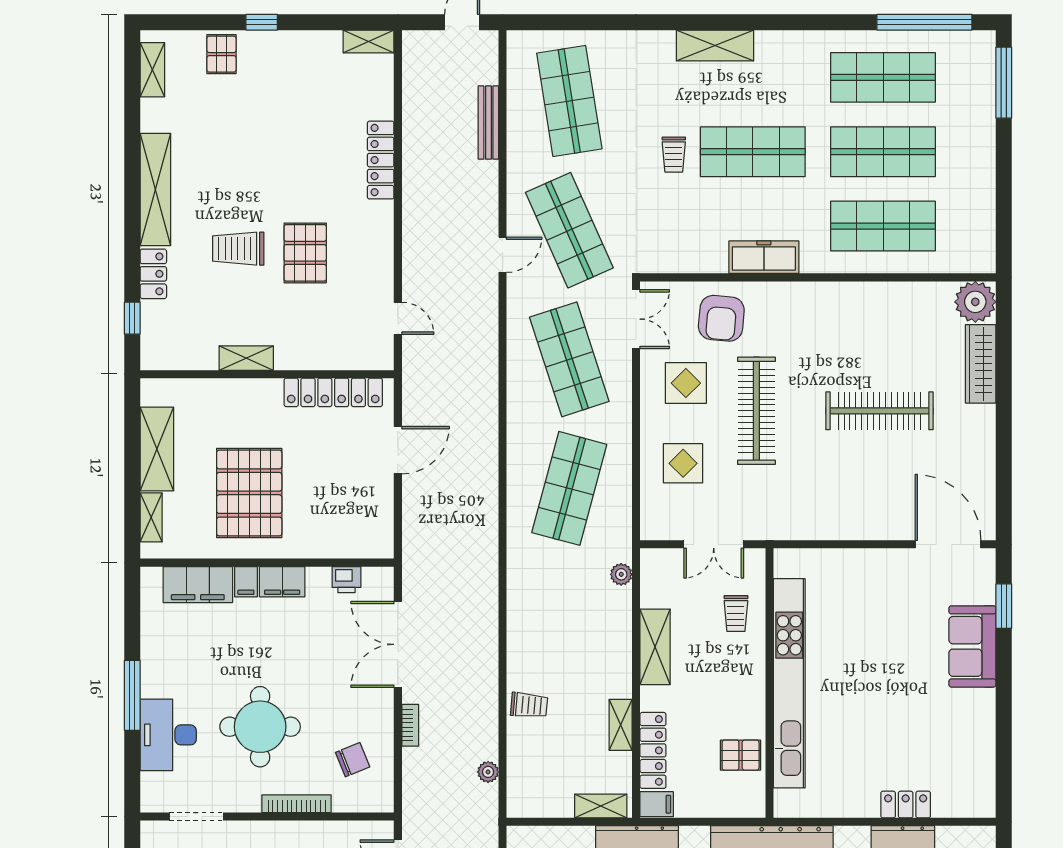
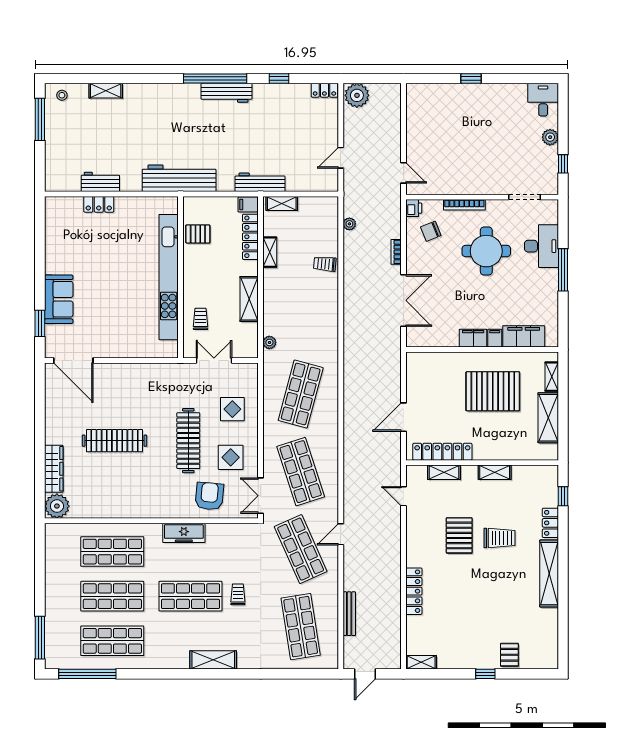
shelving: (152, 70) -> (444, 472), moved, turned 90
pallet: (249, 493) -> (493, 391), turned 90
printer: (346, 580) -> (414, 208), moved, turned 90

